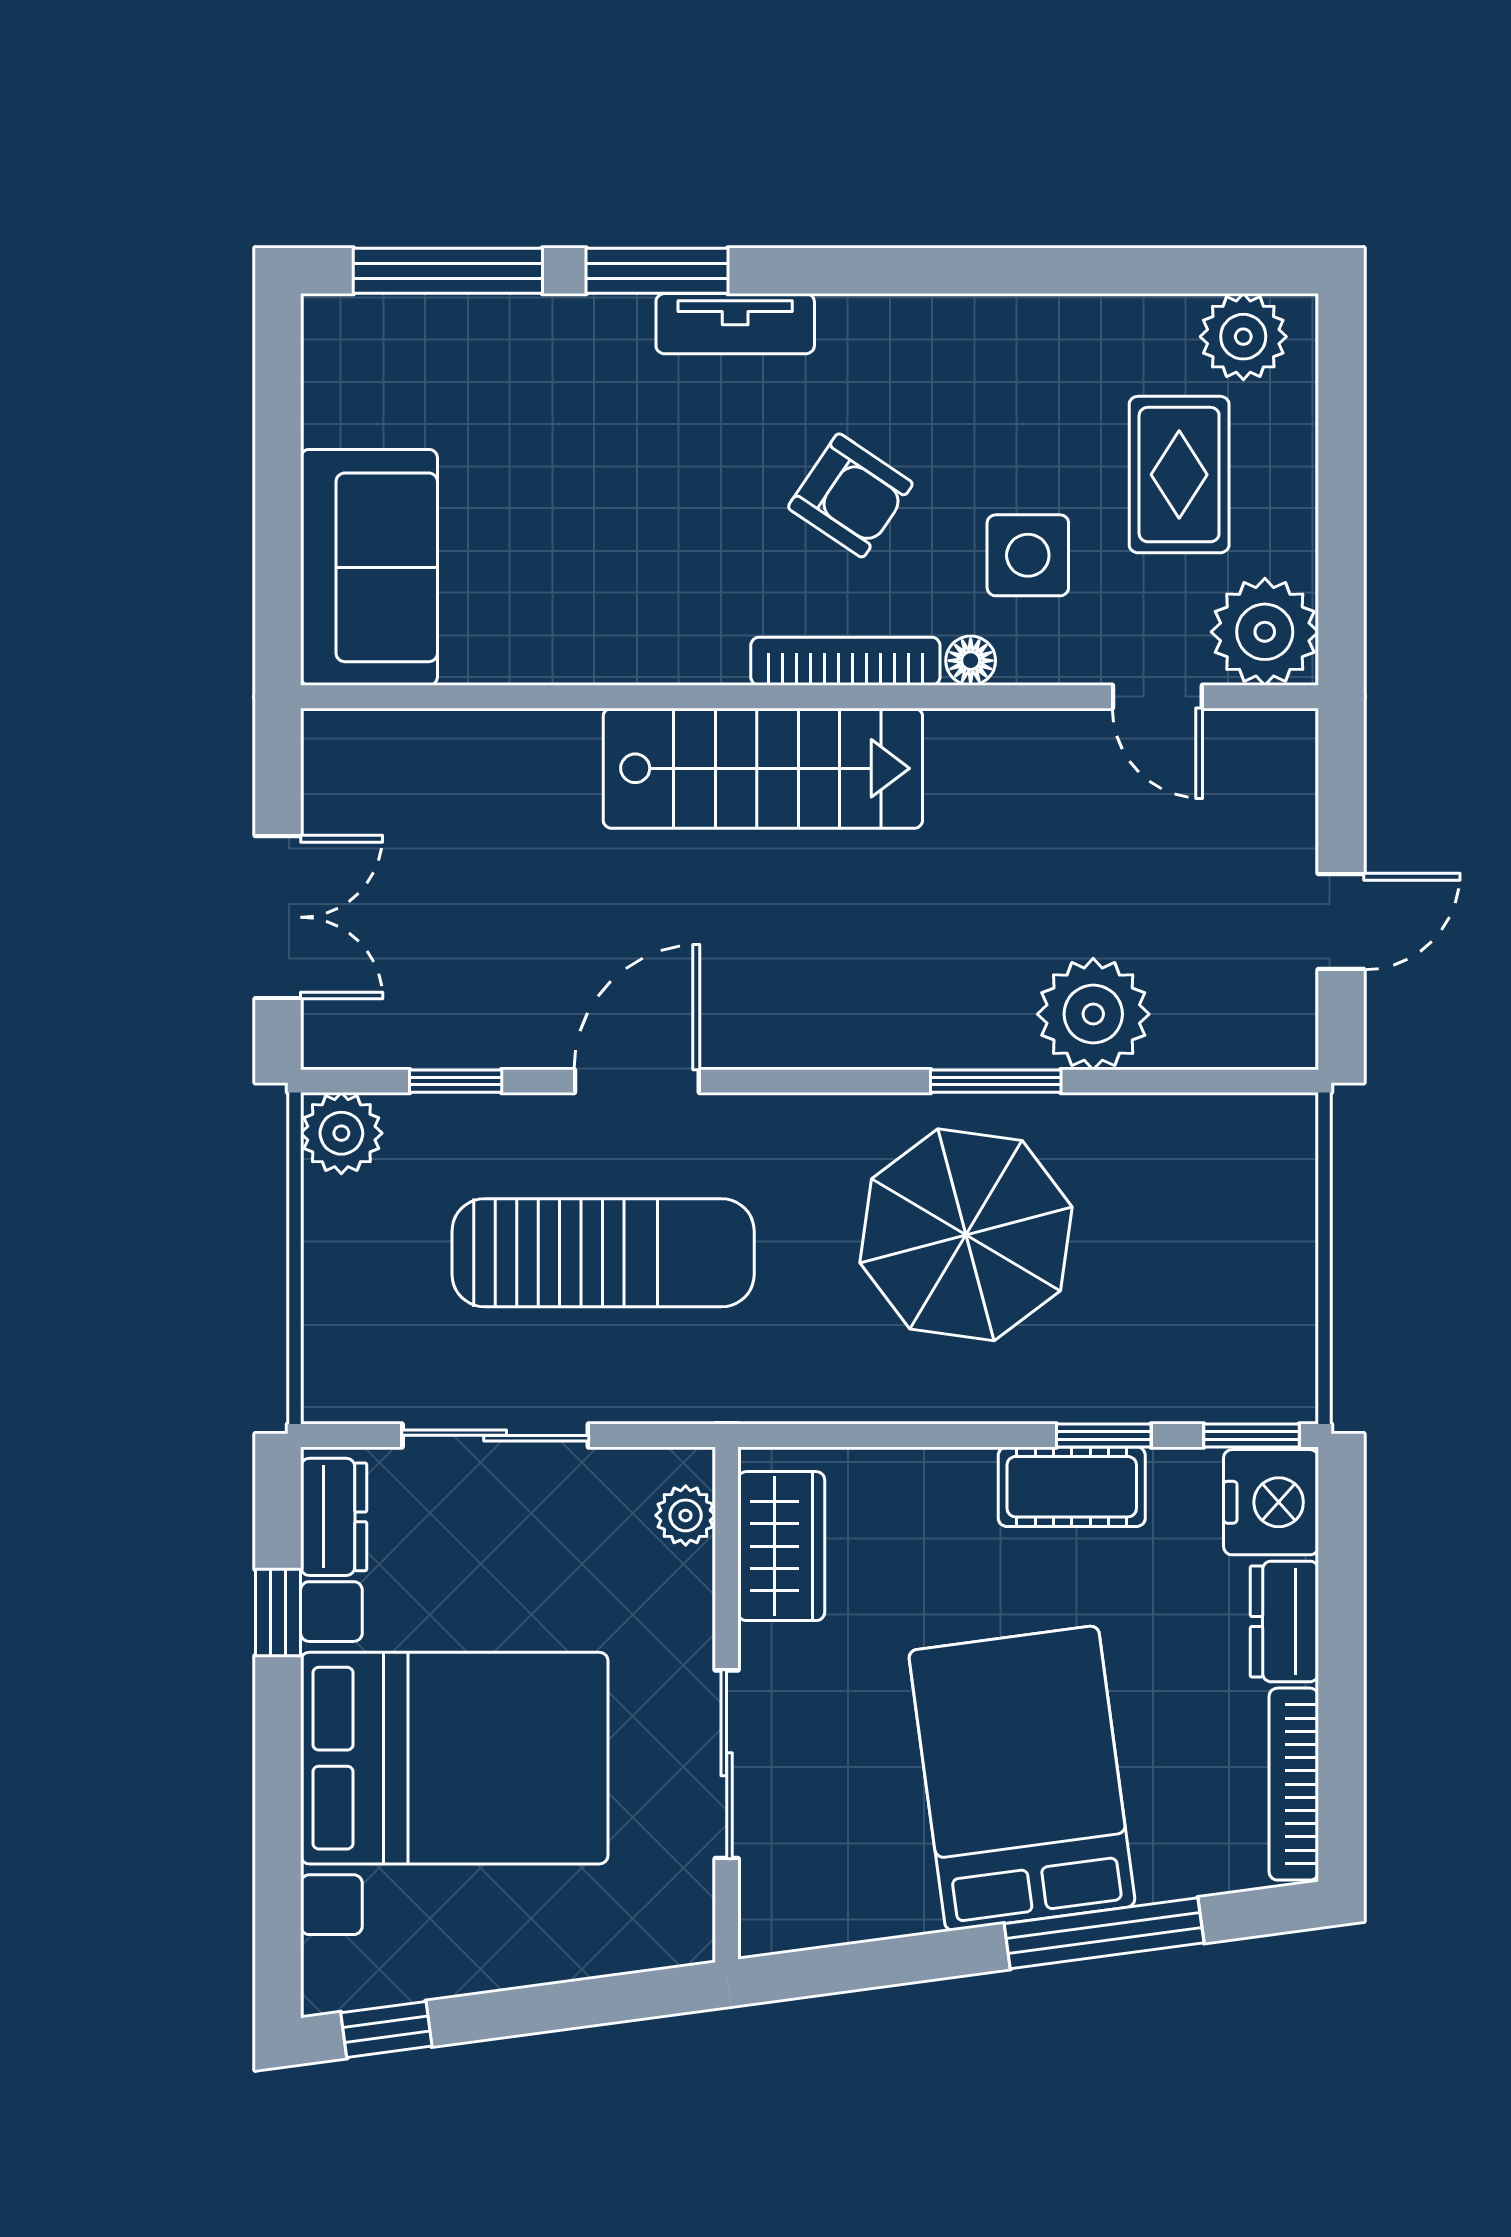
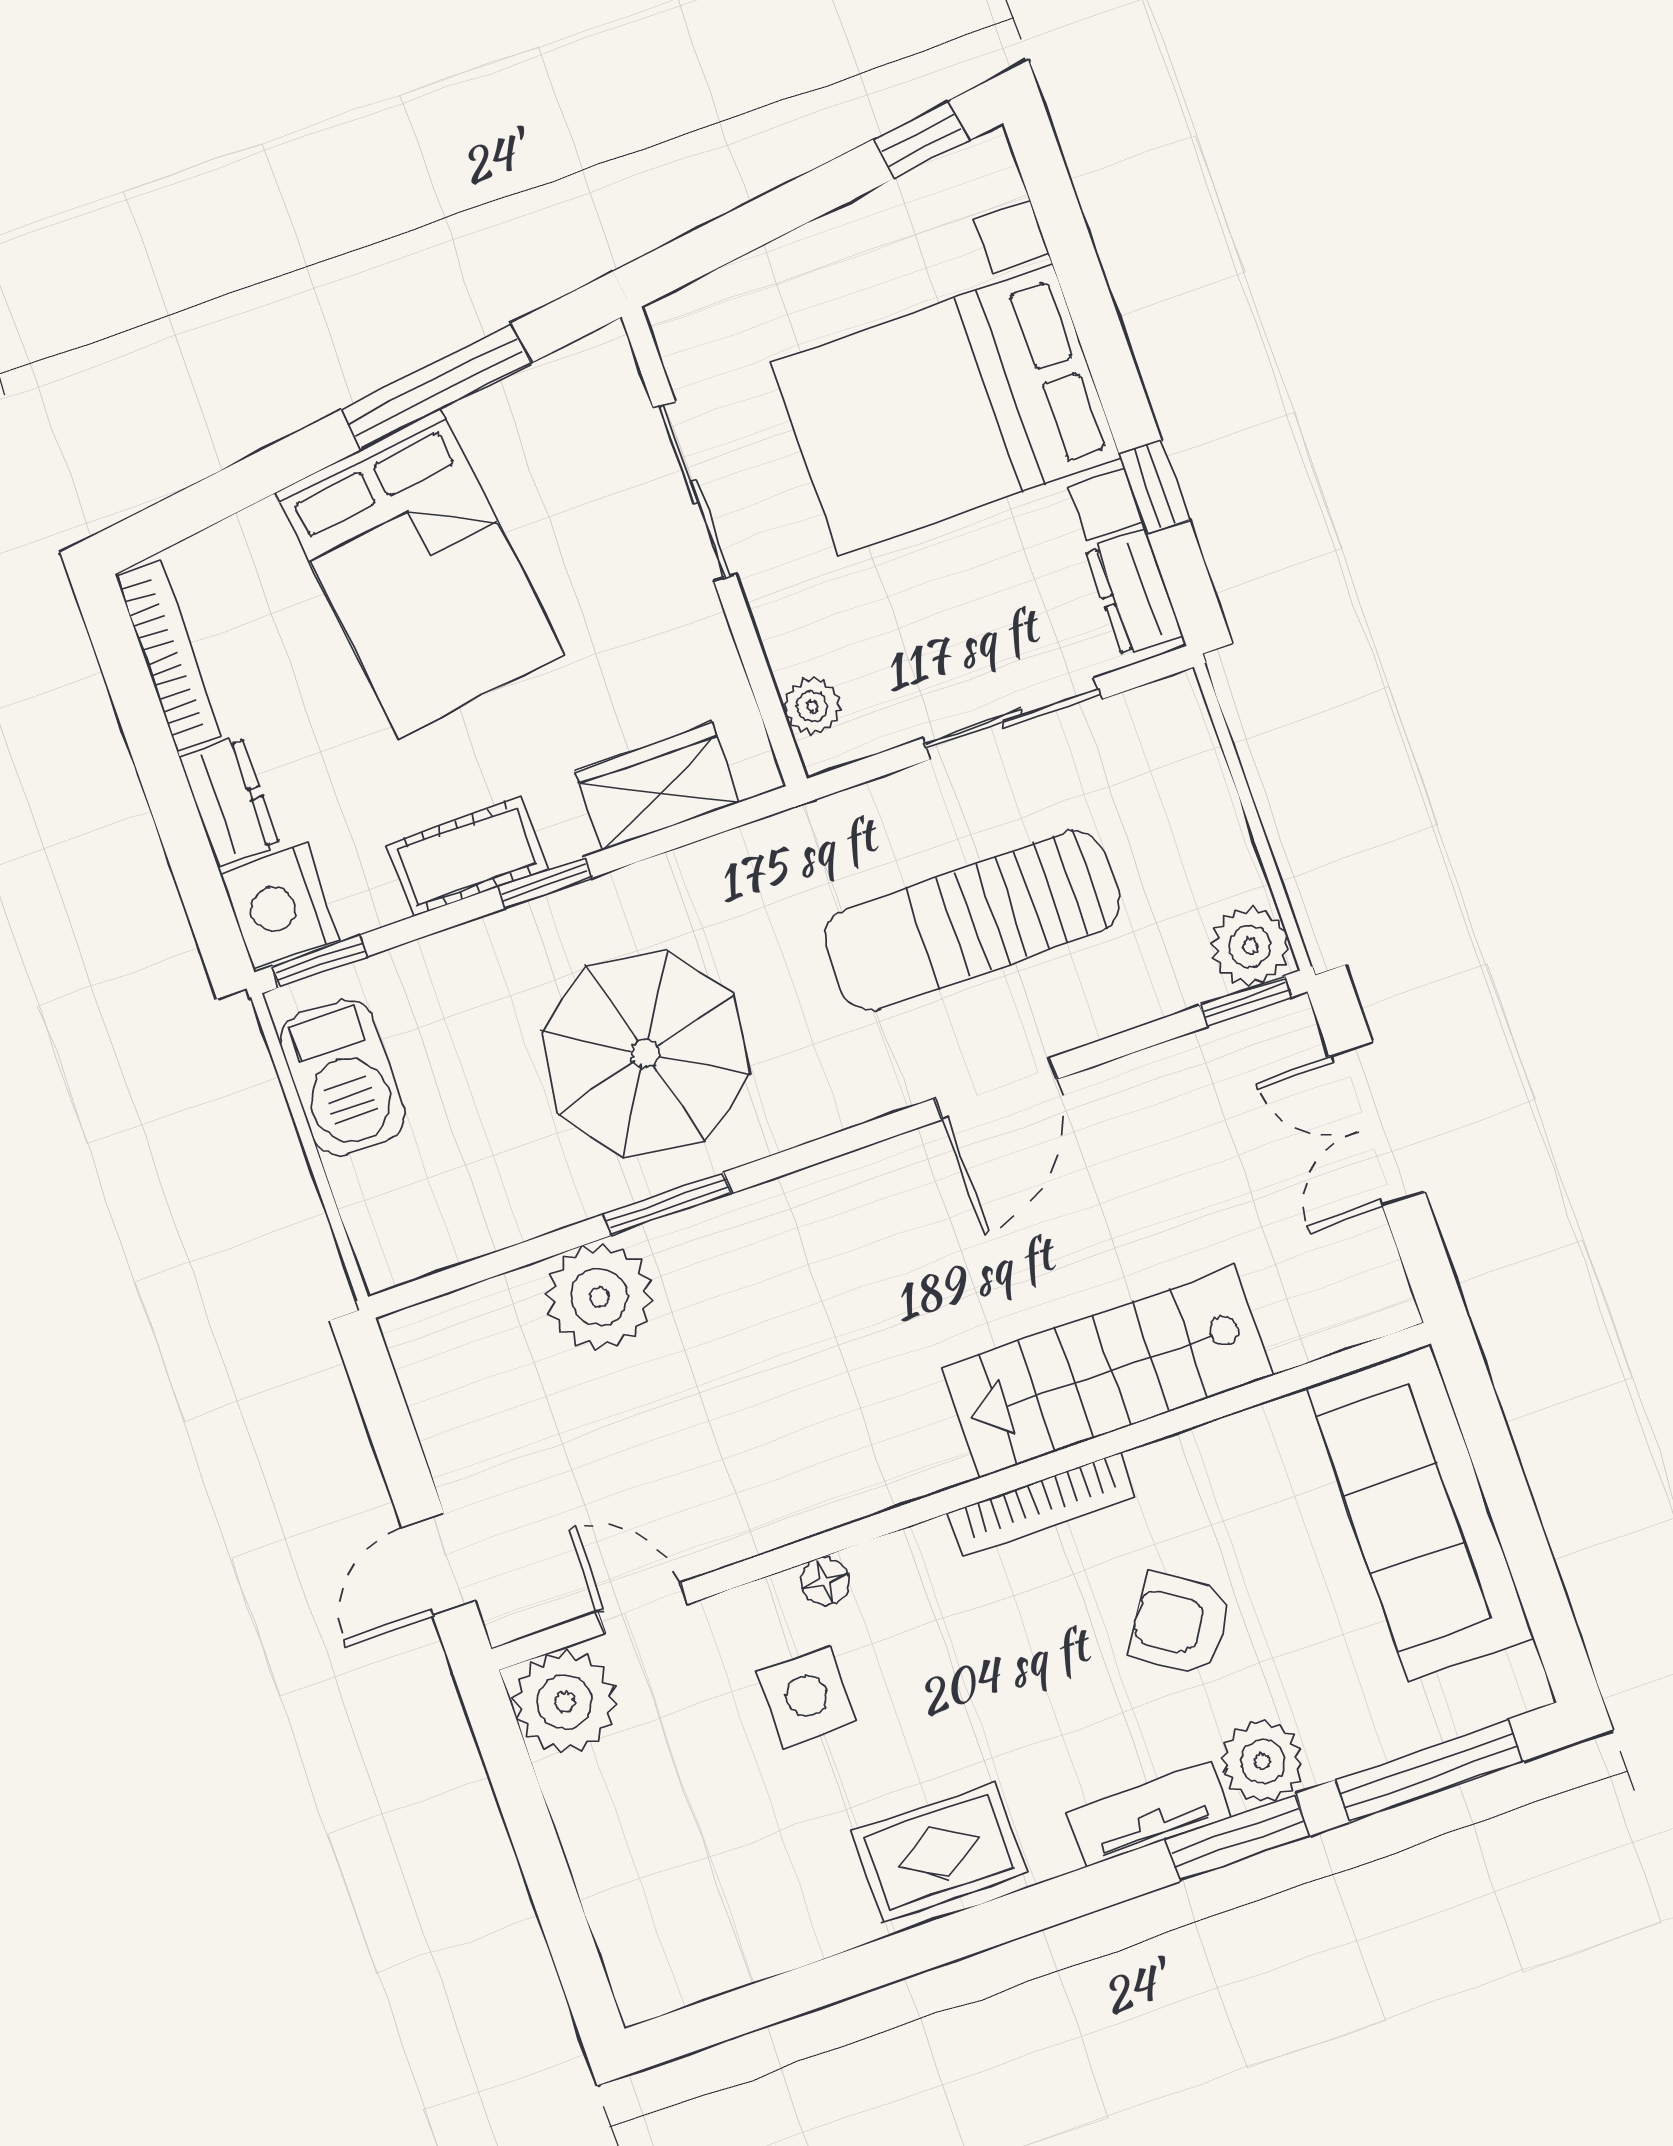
plant: (1243, 337) -> (1262, 1761), moved
rug: (1179, 475) -> (939, 1853), moved, turned 90
armchair: (850, 495) -> (1181, 1624), moved
sofa: (369, 567) -> (1420, 1513), width x1.36
bookcase: (845, 661) -> (1042, 1505), moved
stairs: (763, 768) -> (1107, 1372), moved
door: (1341, 921) -> (438, 1564), moved
window: (456, 1081) -> (1246, 1001), moved
barbecue: (1268, 1314) -> (343, 1078), added
window: (1104, 1435) -> (545, 882), moved
wardrobe: (781, 1546) -> (657, 787), moved, turned 90
window: (1104, 1933) -> (435, 387), moved

